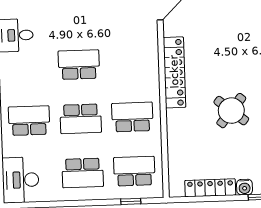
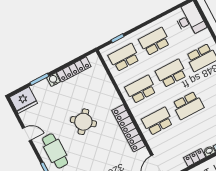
school desk: (131, 63) -> (158, 121), added
school desk: (132, 117) -> (141, 89), turned 180
school desk: (134, 171) -> (124, 57), turned 180

